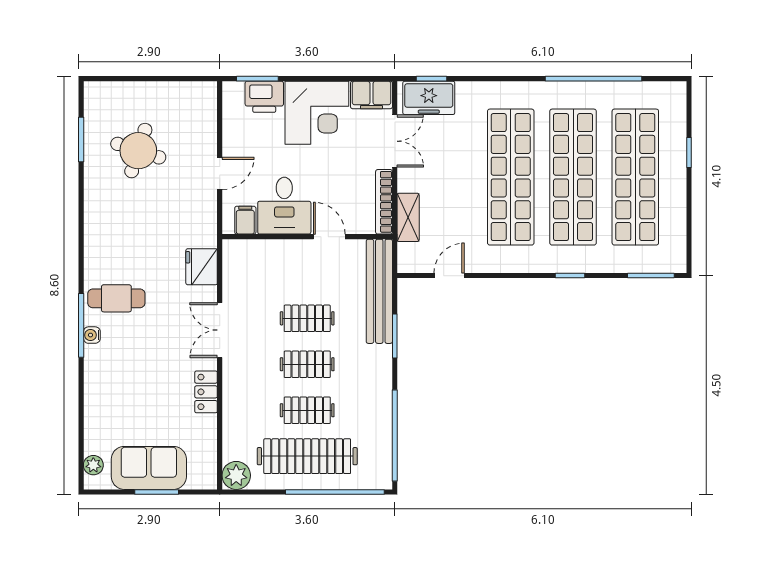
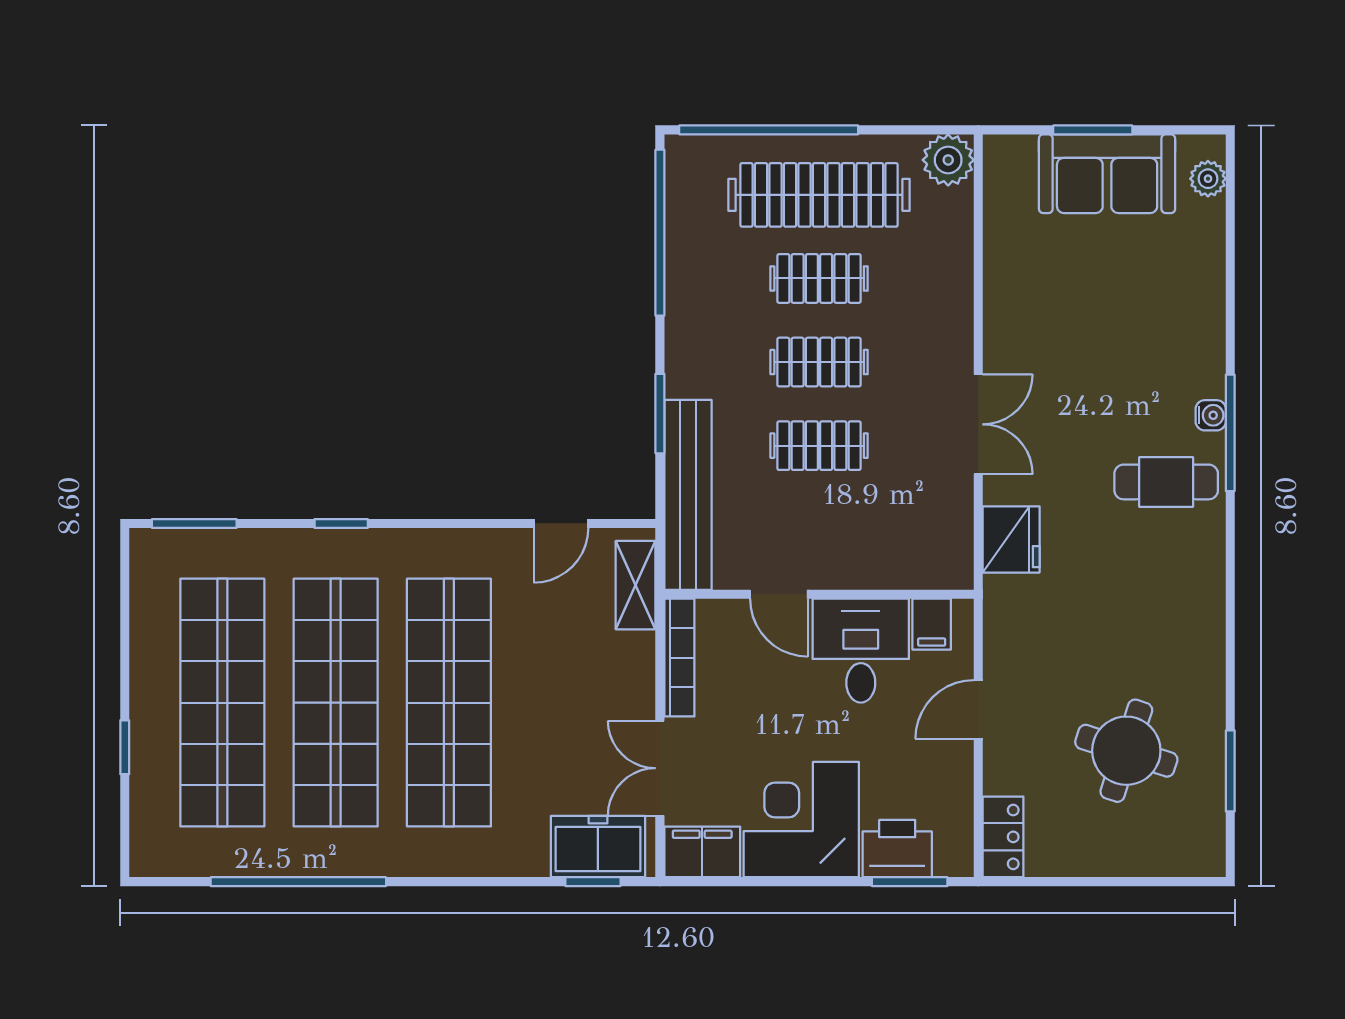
shelving: (408, 217) -> (636, 585), moved
locker: (206, 392) -> (1003, 837), moved

